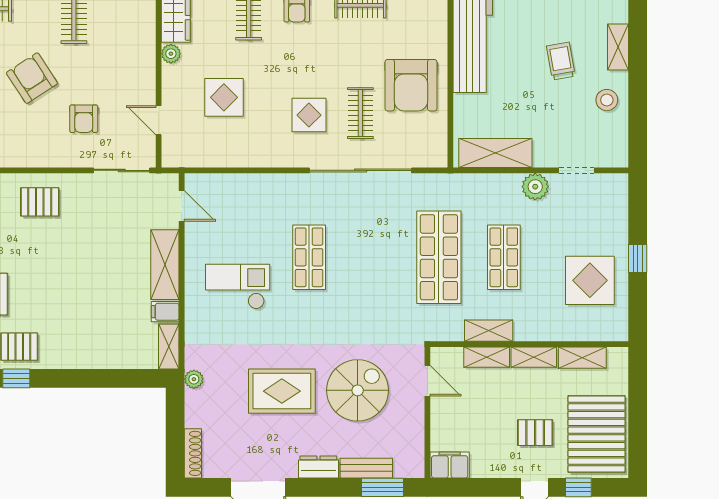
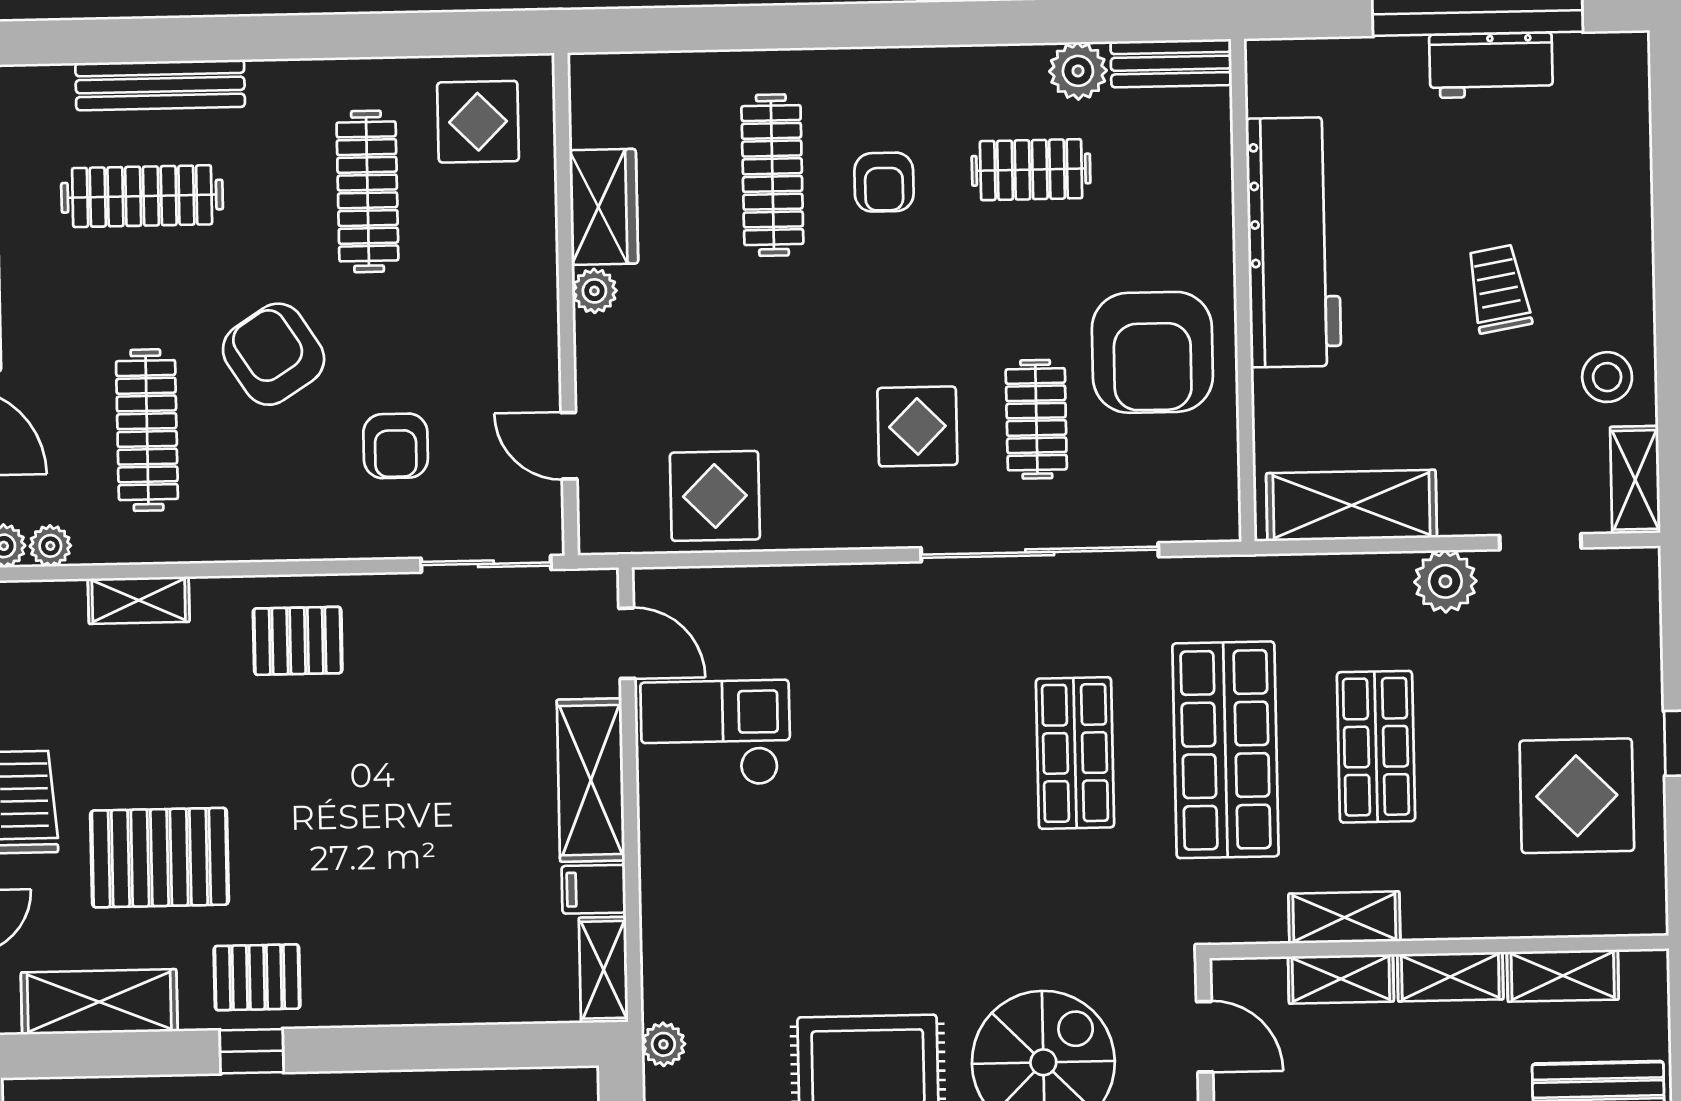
shelving: (618, 47) -> (1635, 480), moved
display table: (224, 97) -> (715, 496), moved
shop shelf: (309, 257) -> (1075, 753), moved
checkout: (238, 287) -> (715, 733), moved

